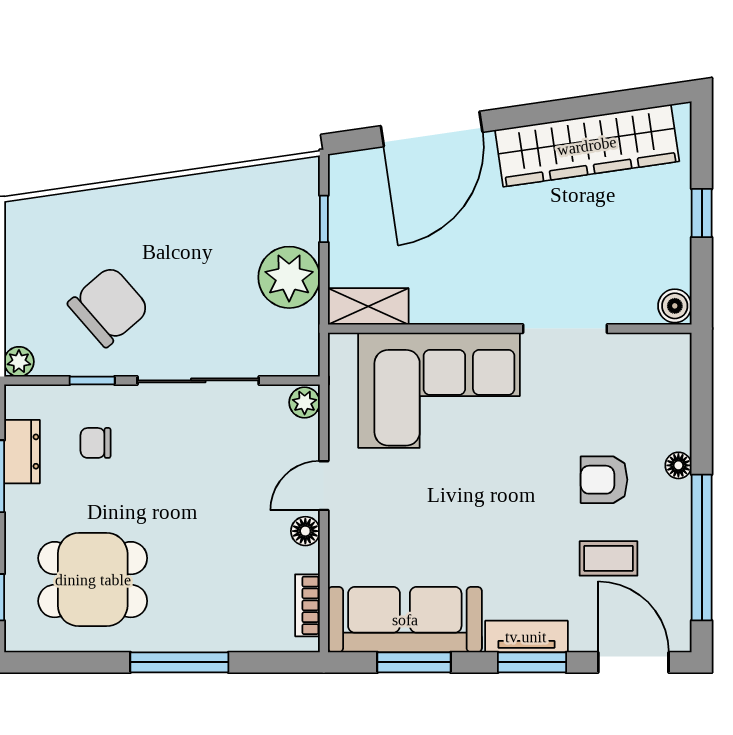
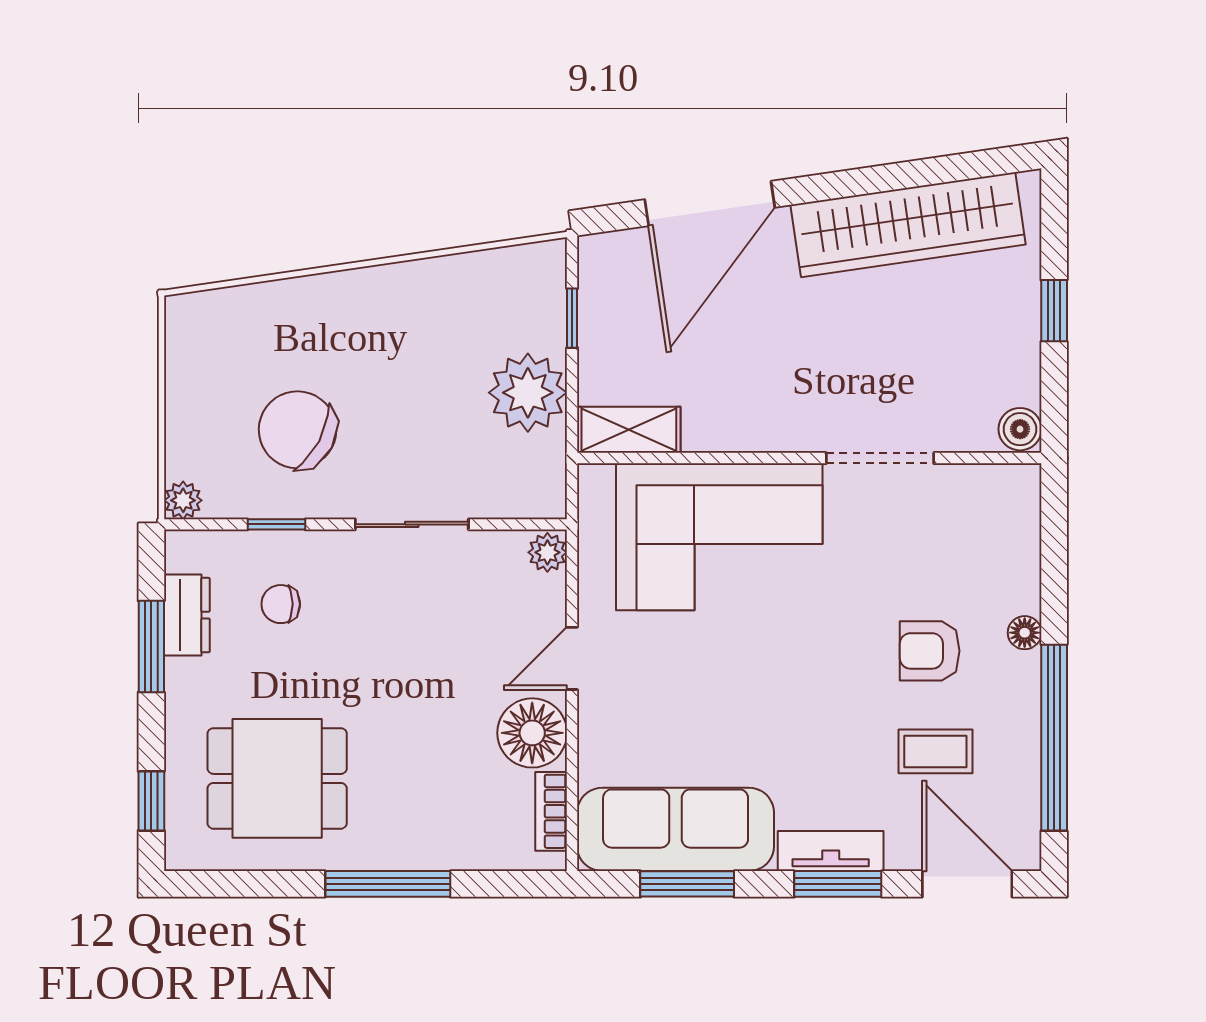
chair: (109, 306) -> (298, 430), turned -111
sliding door: (198, 380) -> (412, 524), width x0.73
floor lamp: (305, 531) -> (532, 733), width x1.89, depth x1.89

